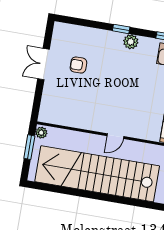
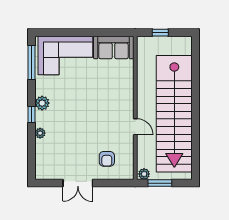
plant: (101, 34) -> (40, 133), added
armchair: (78, 65) -> (107, 159), moved
door: (115, 136) -> (135, 127), moved

